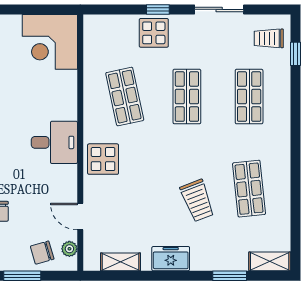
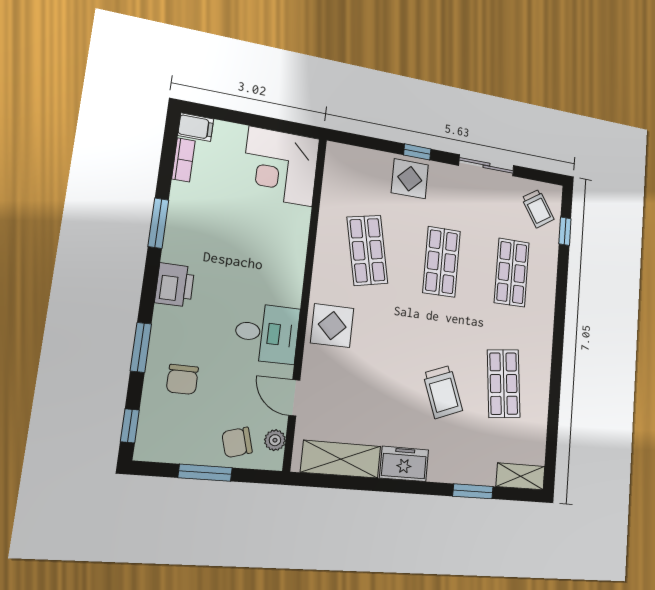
trolley: (269, 38) -> (538, 209), turned -123
desk: (54, 142) -> (267, 333), moved
shelving: (121, 262) -> (341, 459), width x1.50, depth x1.33

